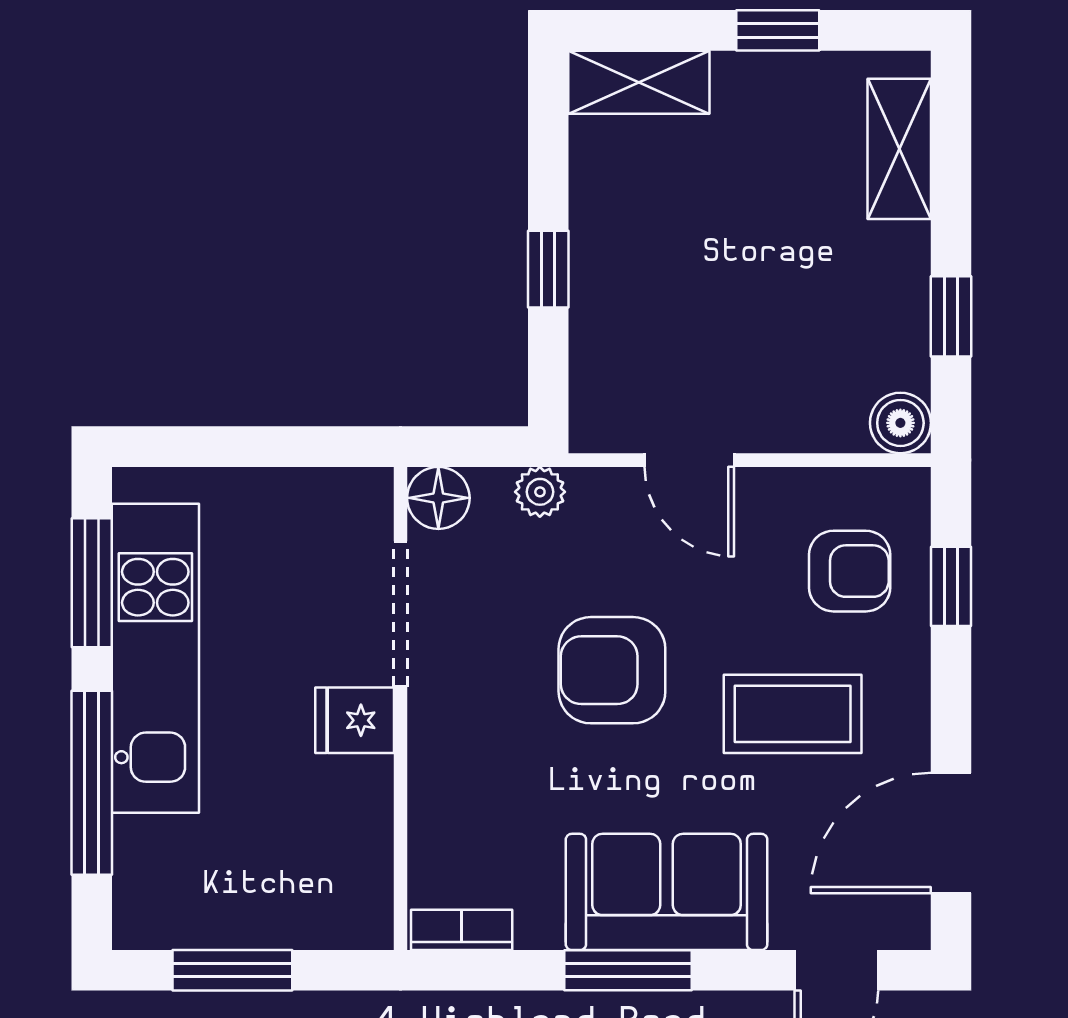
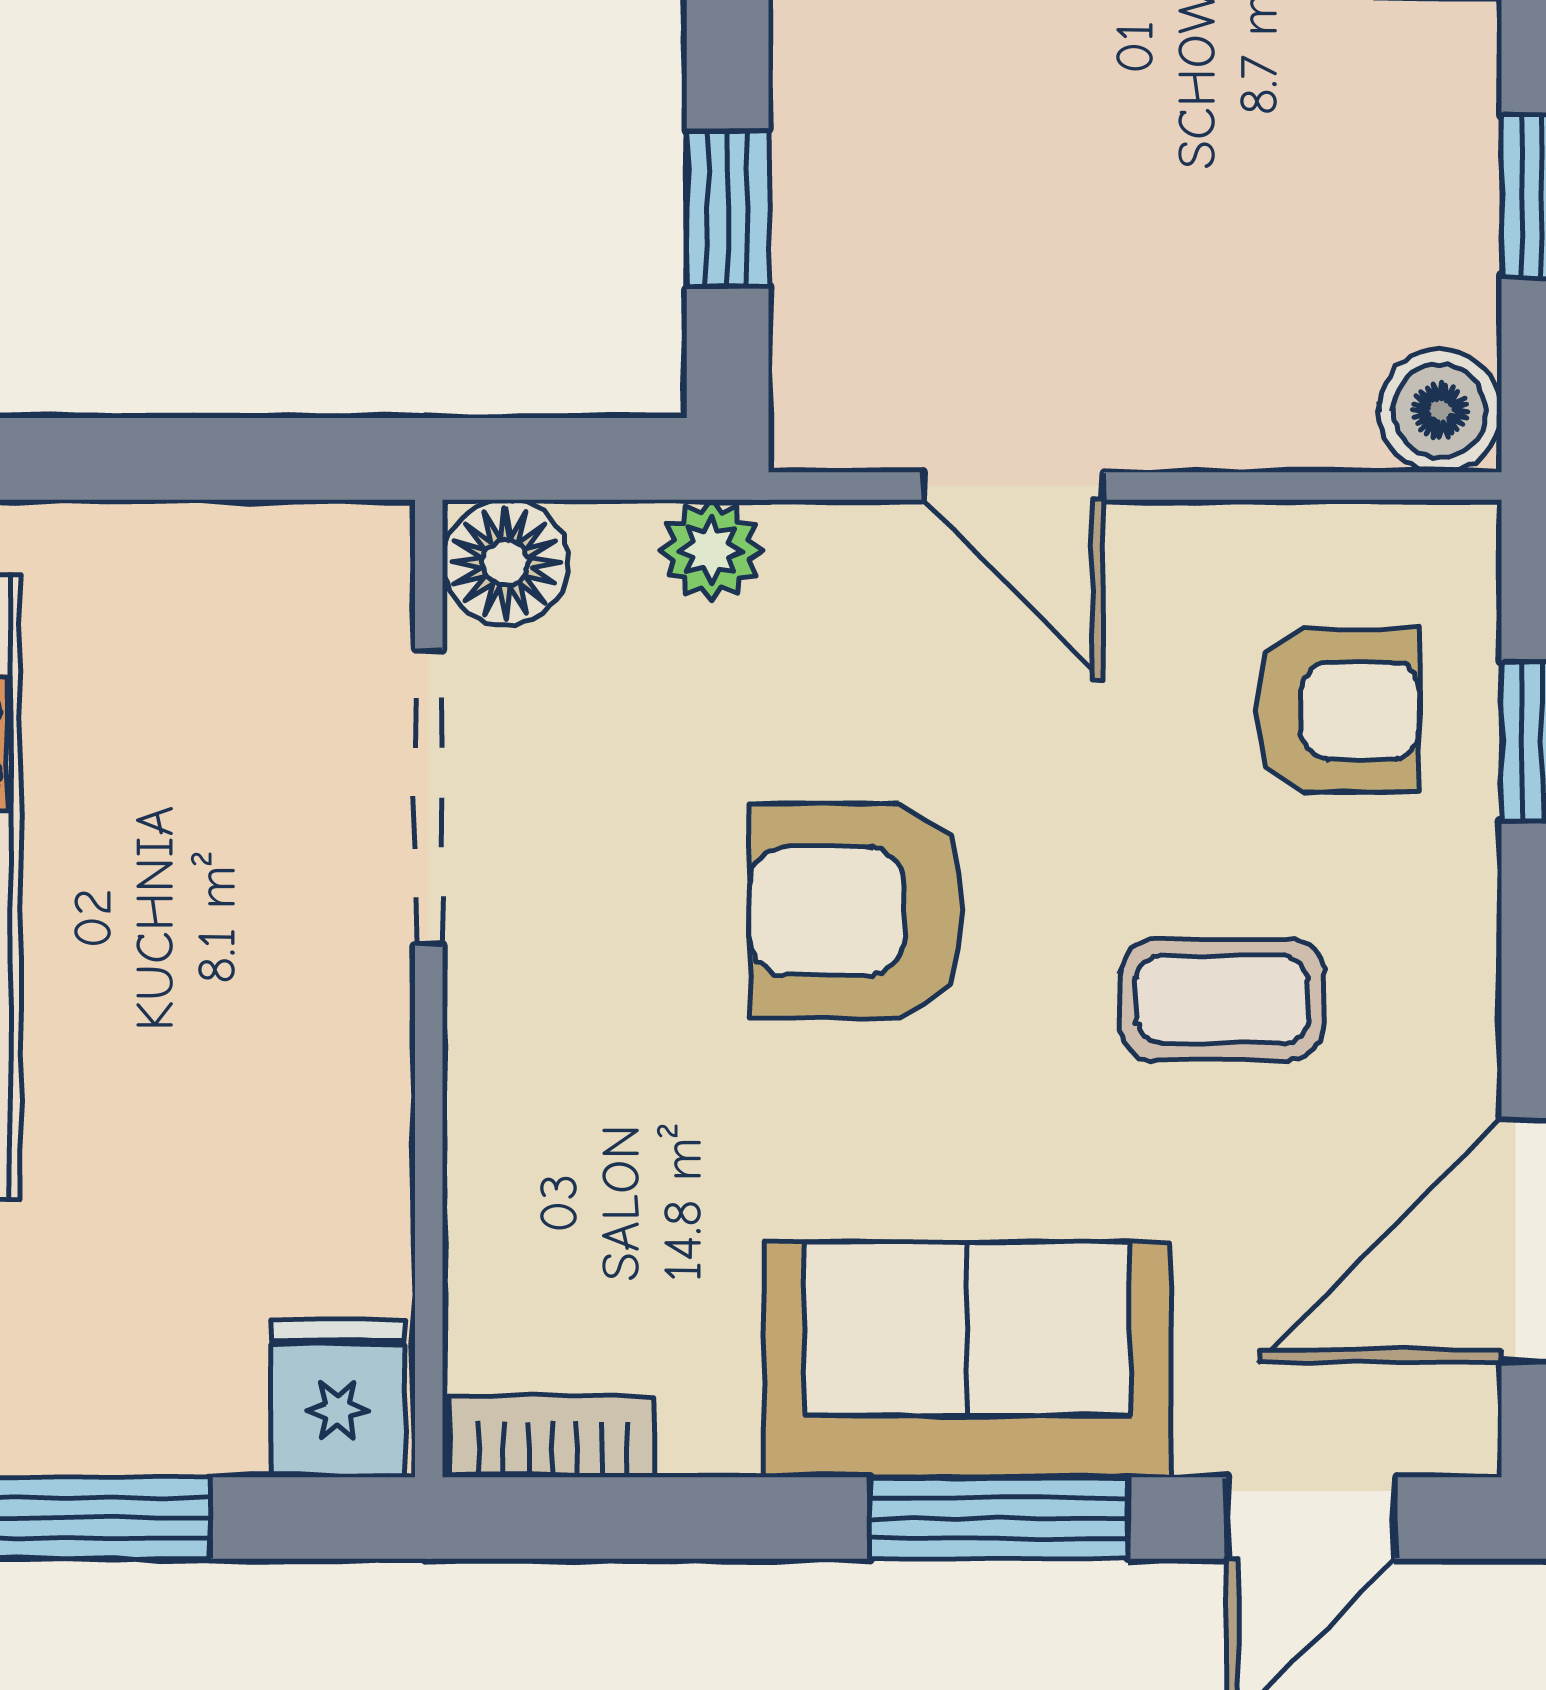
window: (548, 269) -> (728, 209), moved
coffee table: (793, 714) -> (1222, 1000), width x0.73, depth x0.77
fridge: (355, 720) -> (338, 1398), moved, turned 90
window: (628, 970) -> (999, 1518), moved

